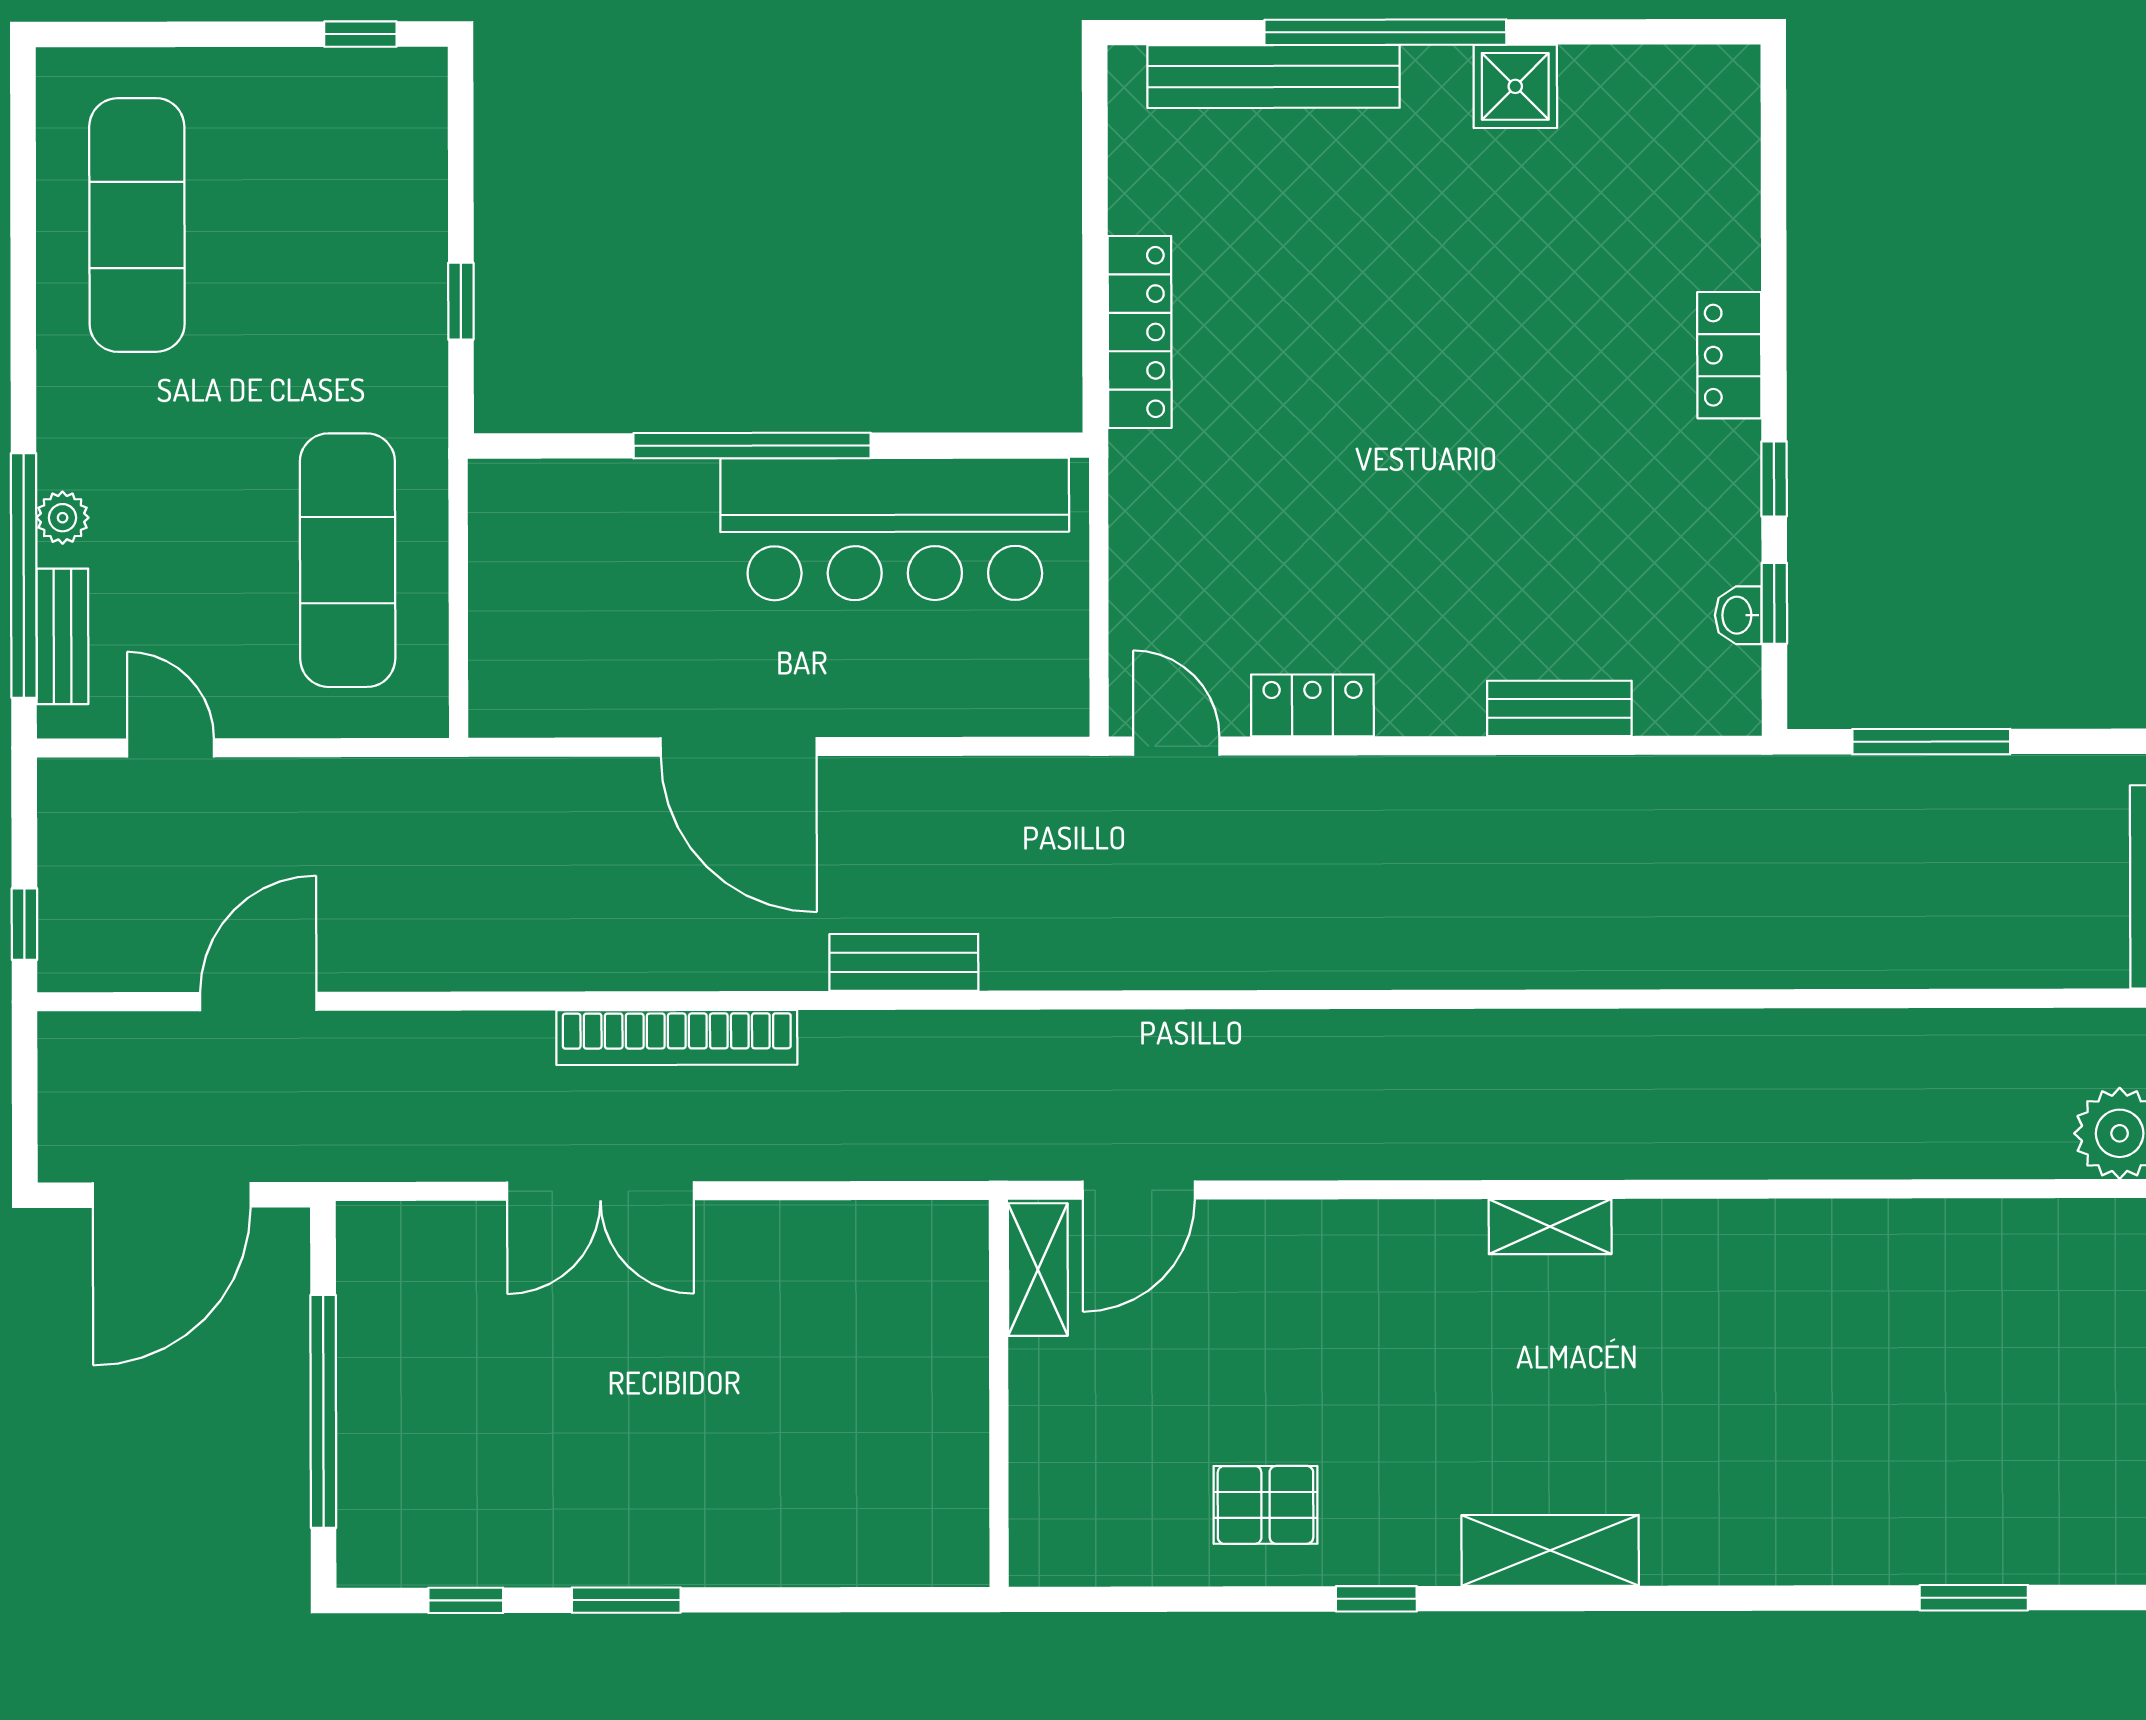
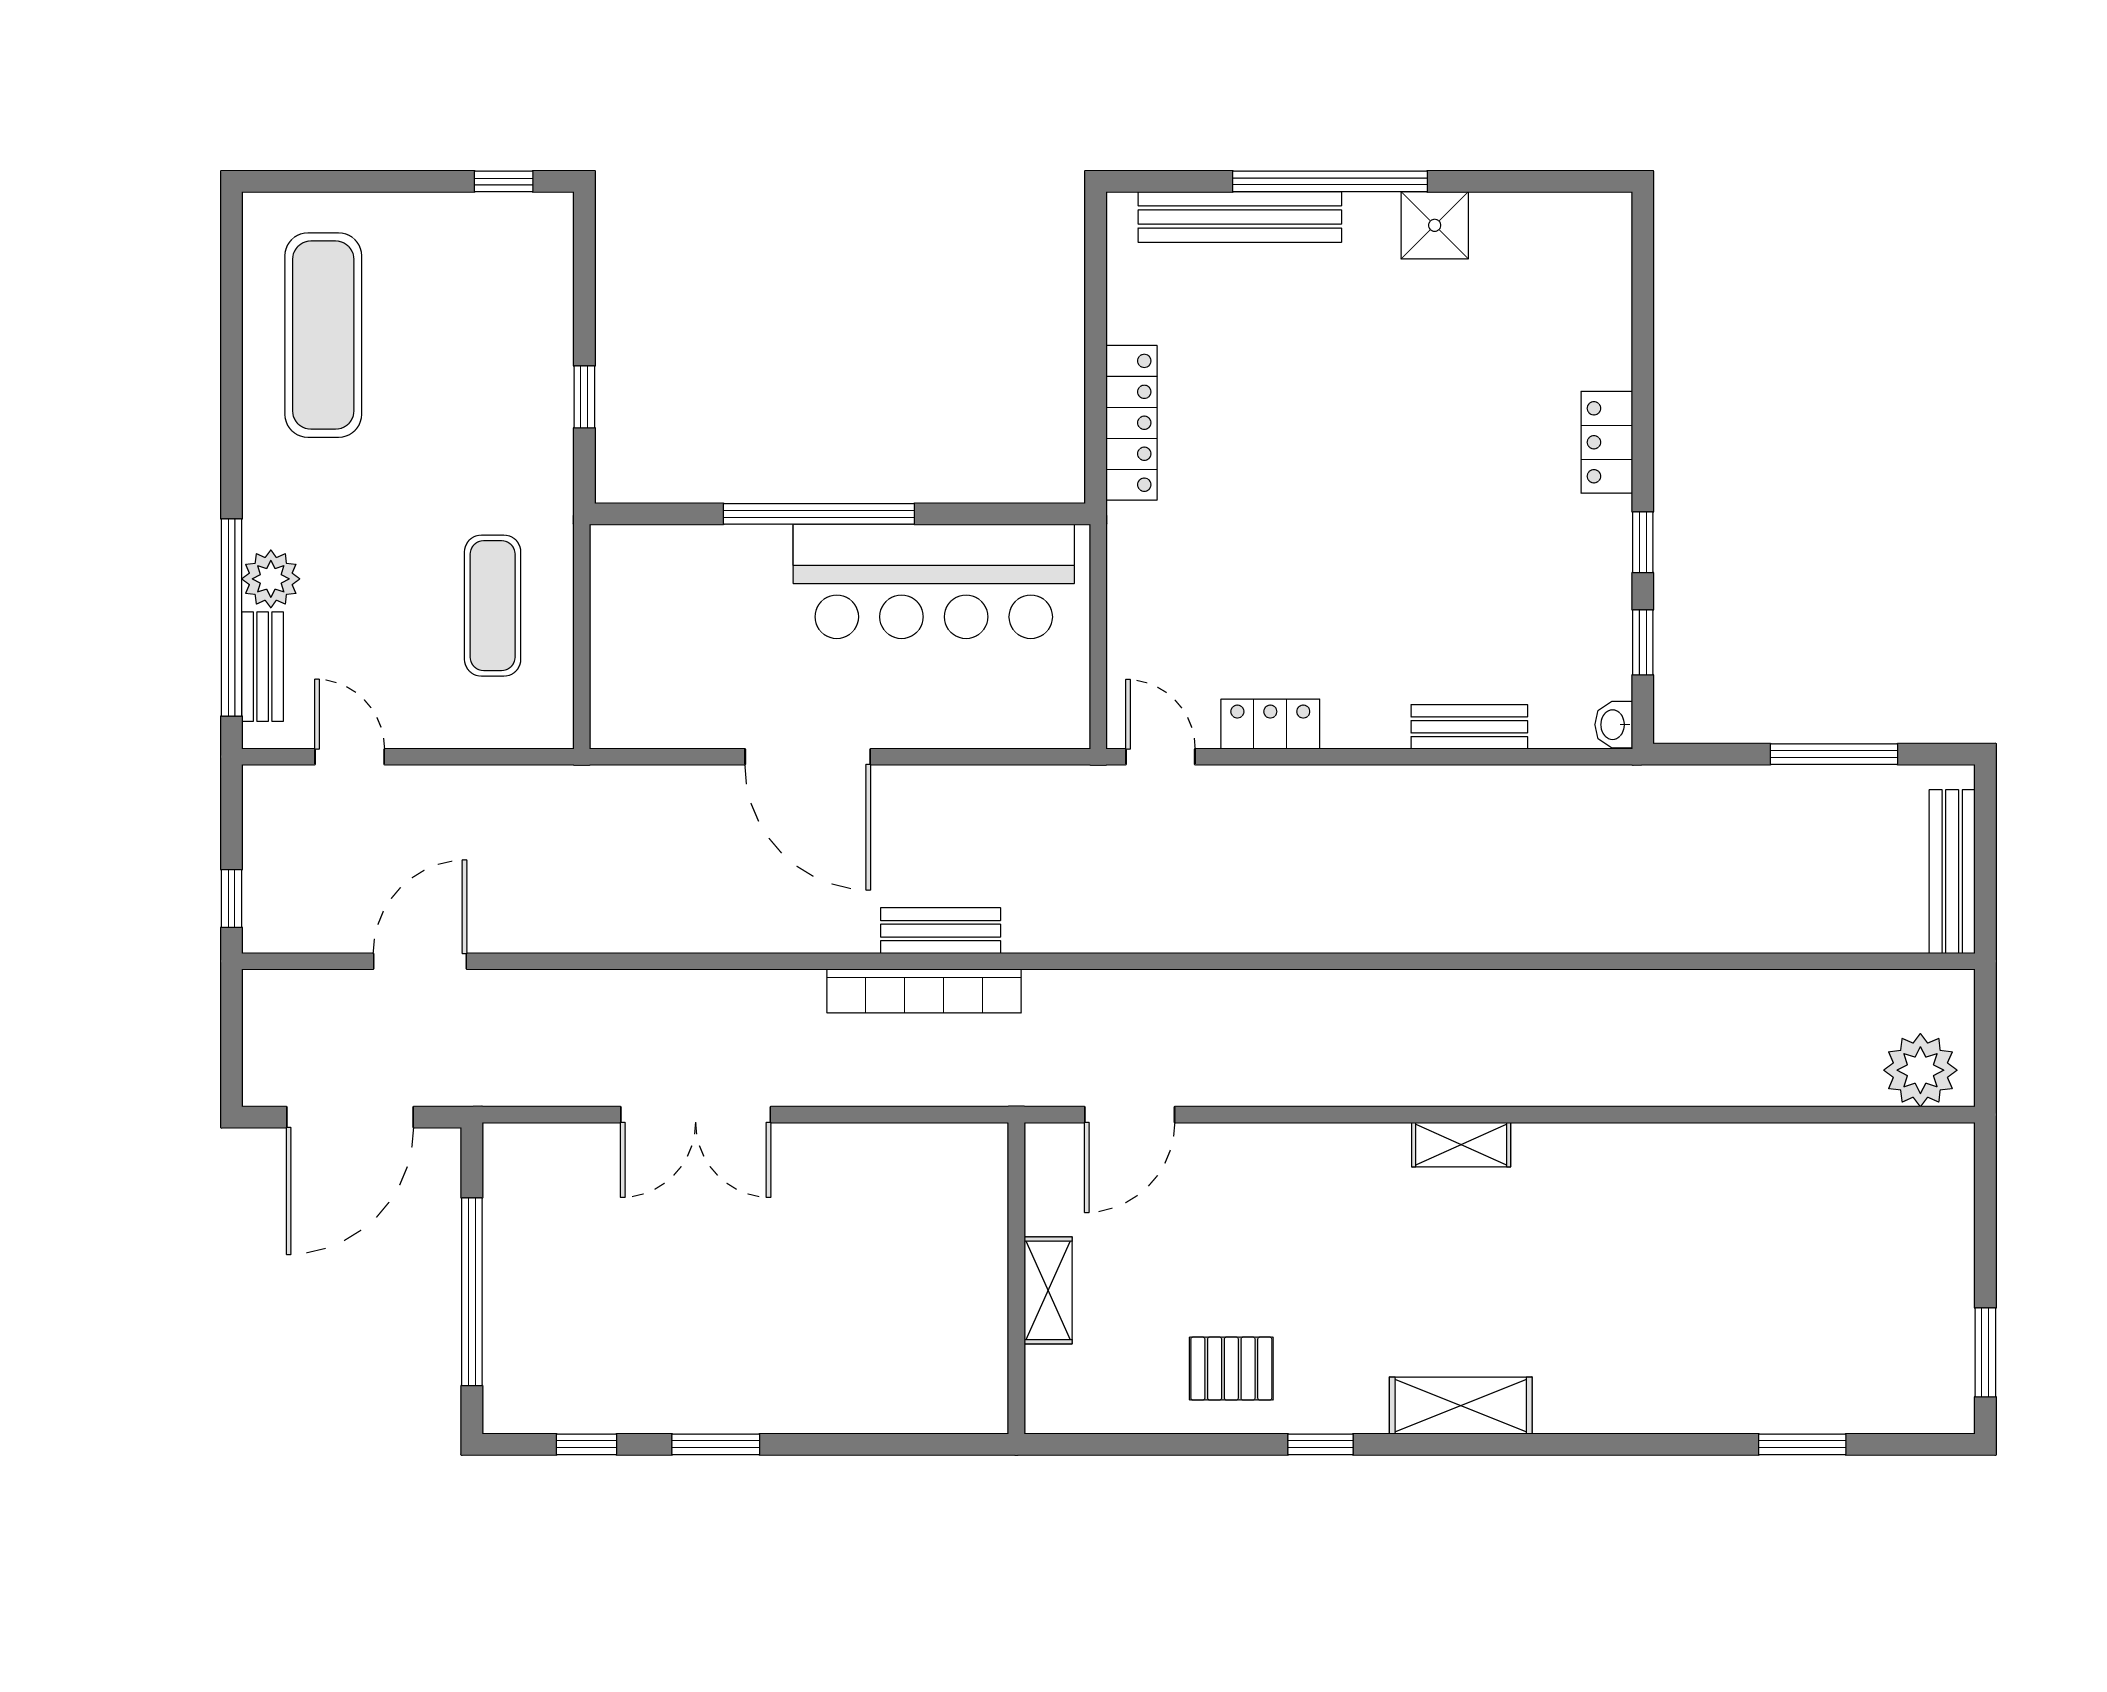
plant: (63, 518) -> (271, 579), width x1.38, depth x1.38
exercise mat: (348, 560) -> (493, 606), width x0.73, depth x0.69
washbasin: (1738, 615) -> (1614, 725), moved
window: (1931, 742) -> (1834, 754), moved
bookcase: (677, 1038) -> (924, 991), moved
shelving: (1038, 1270) -> (1048, 1290), moved

